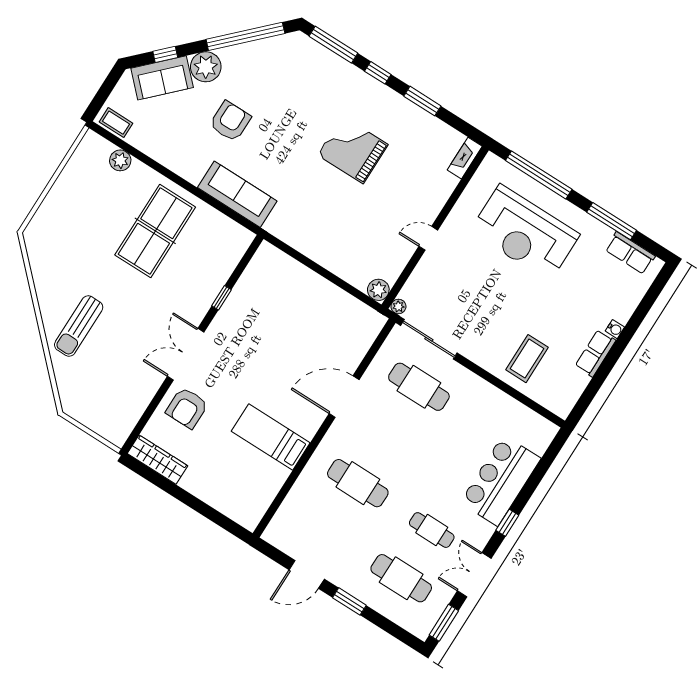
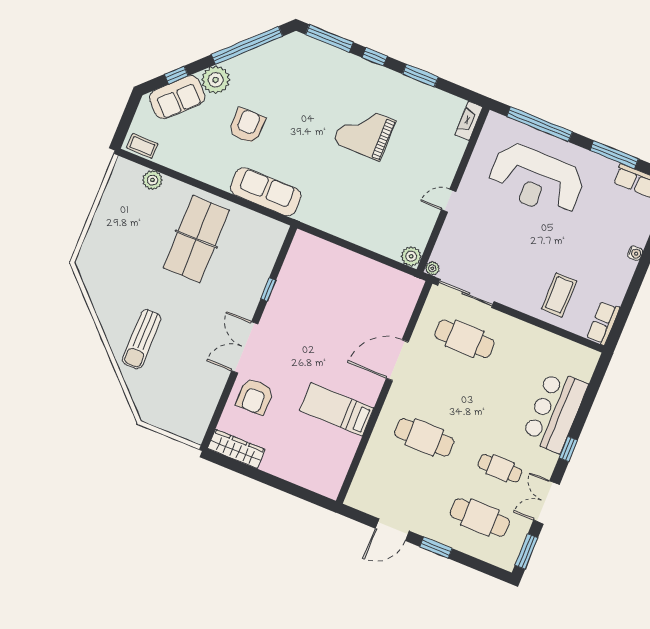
row of seats: (595, 353) -> (603, 323), moved

